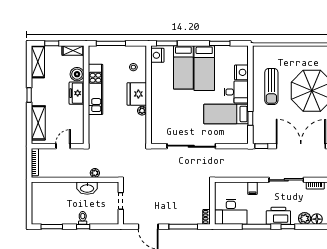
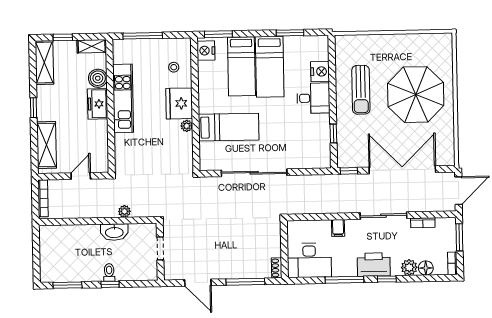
bed: (226, 114) -> (229, 127), moved, turned 180

